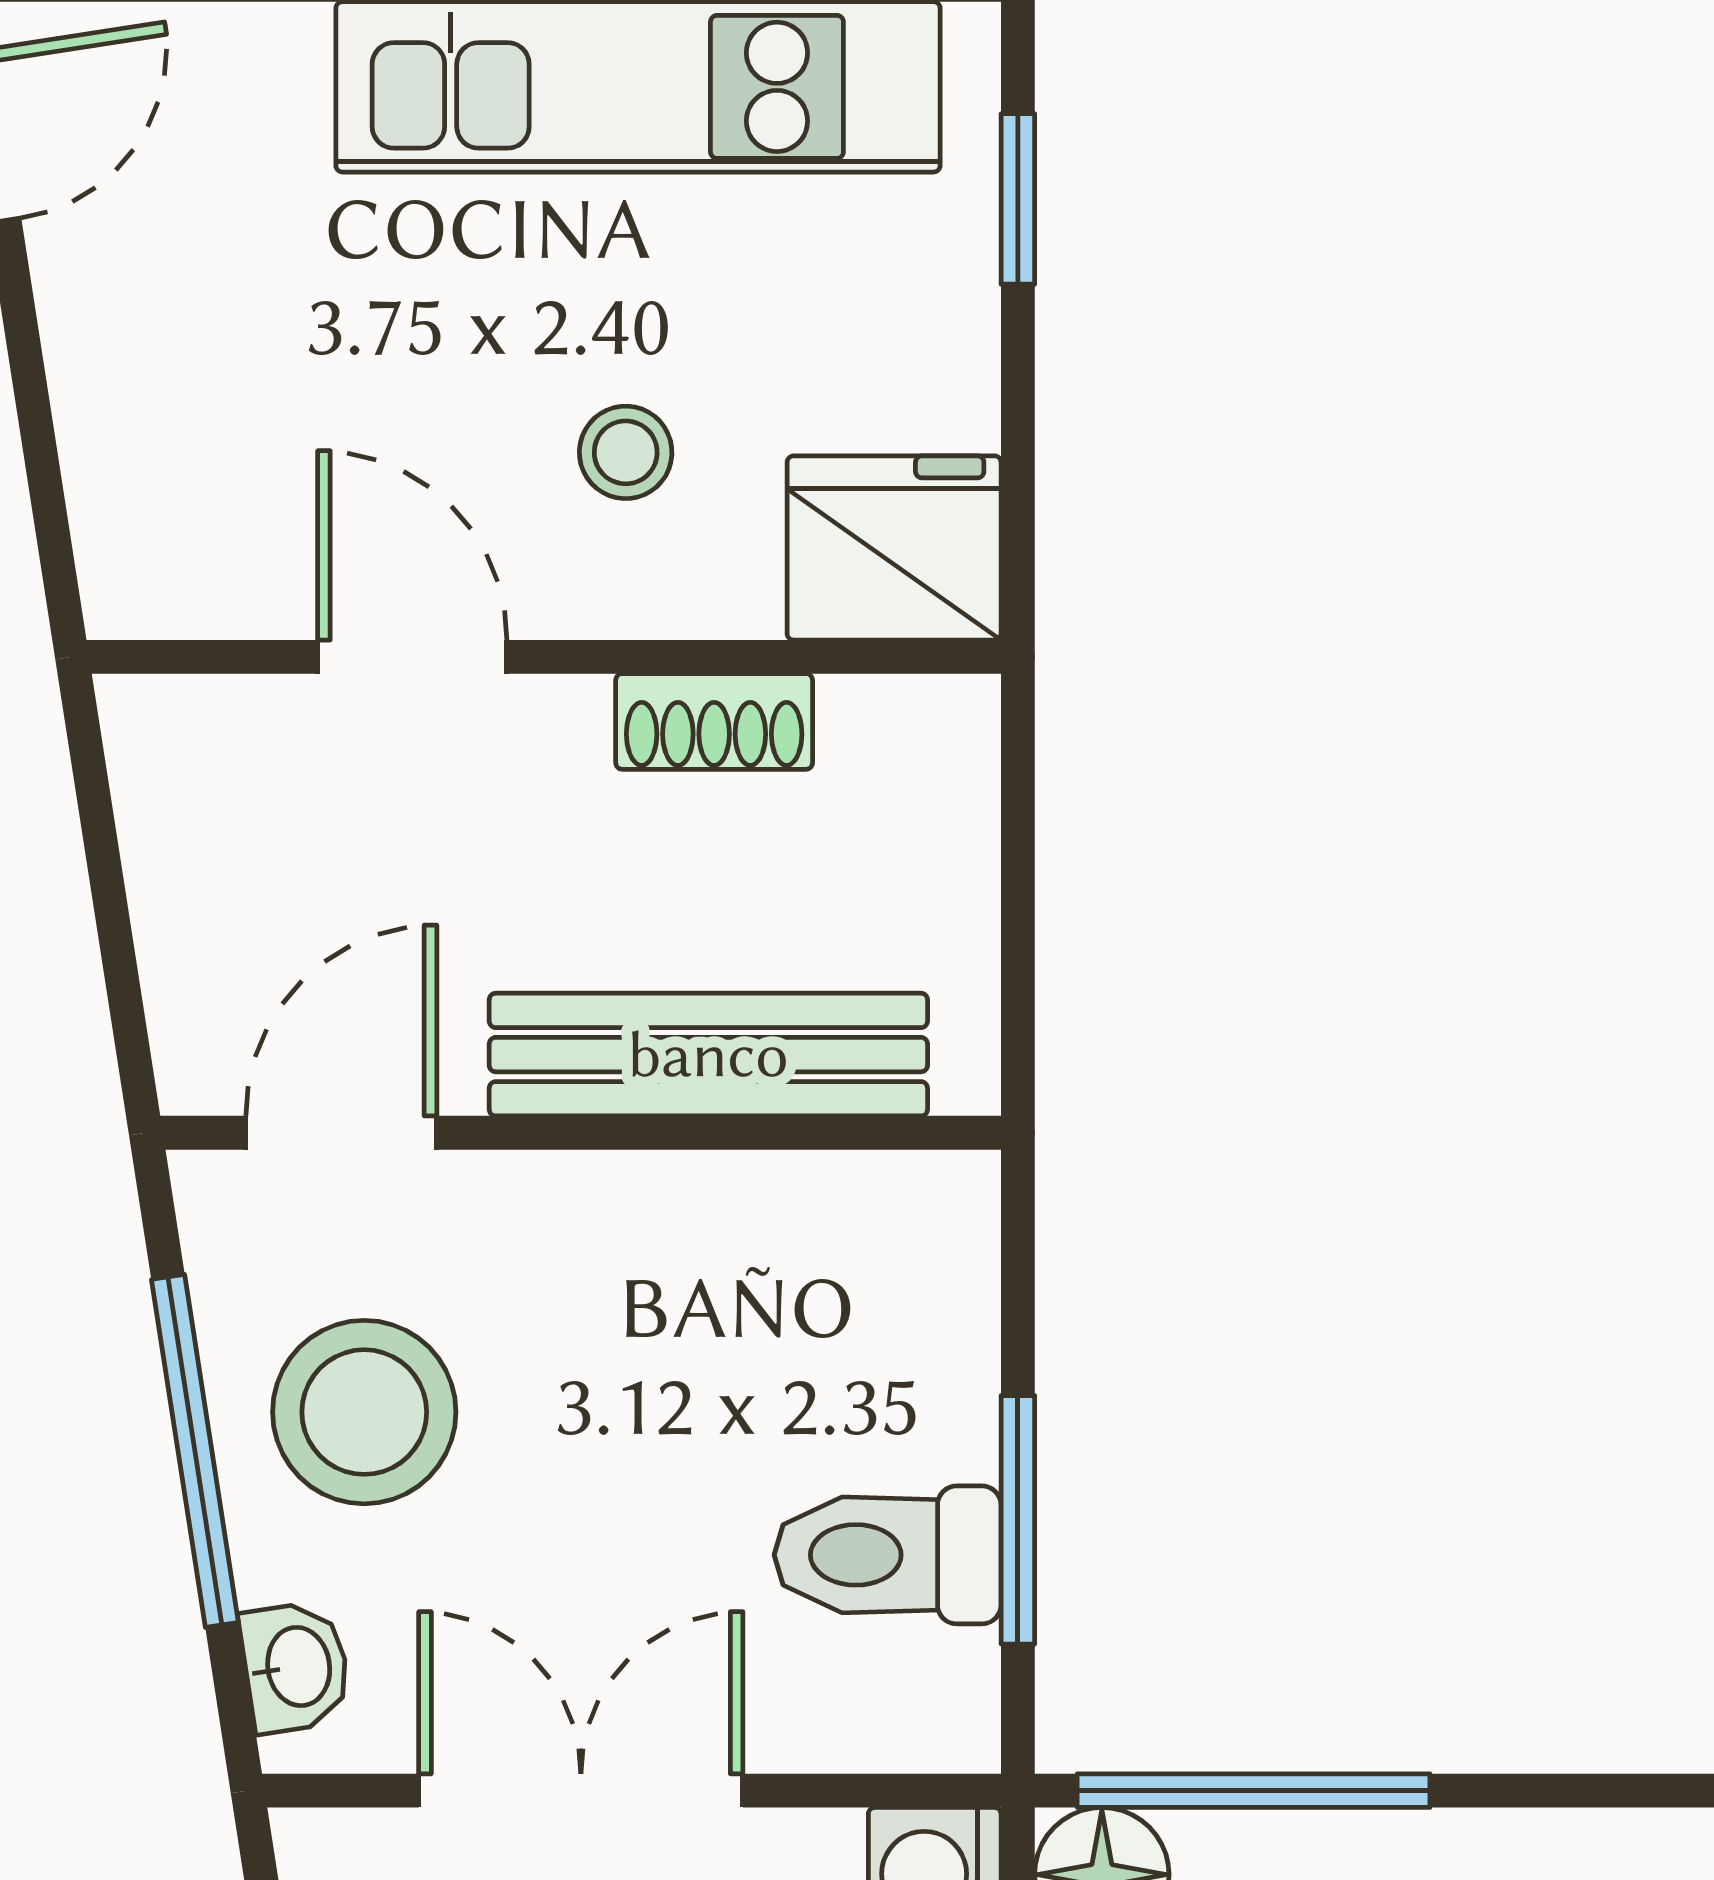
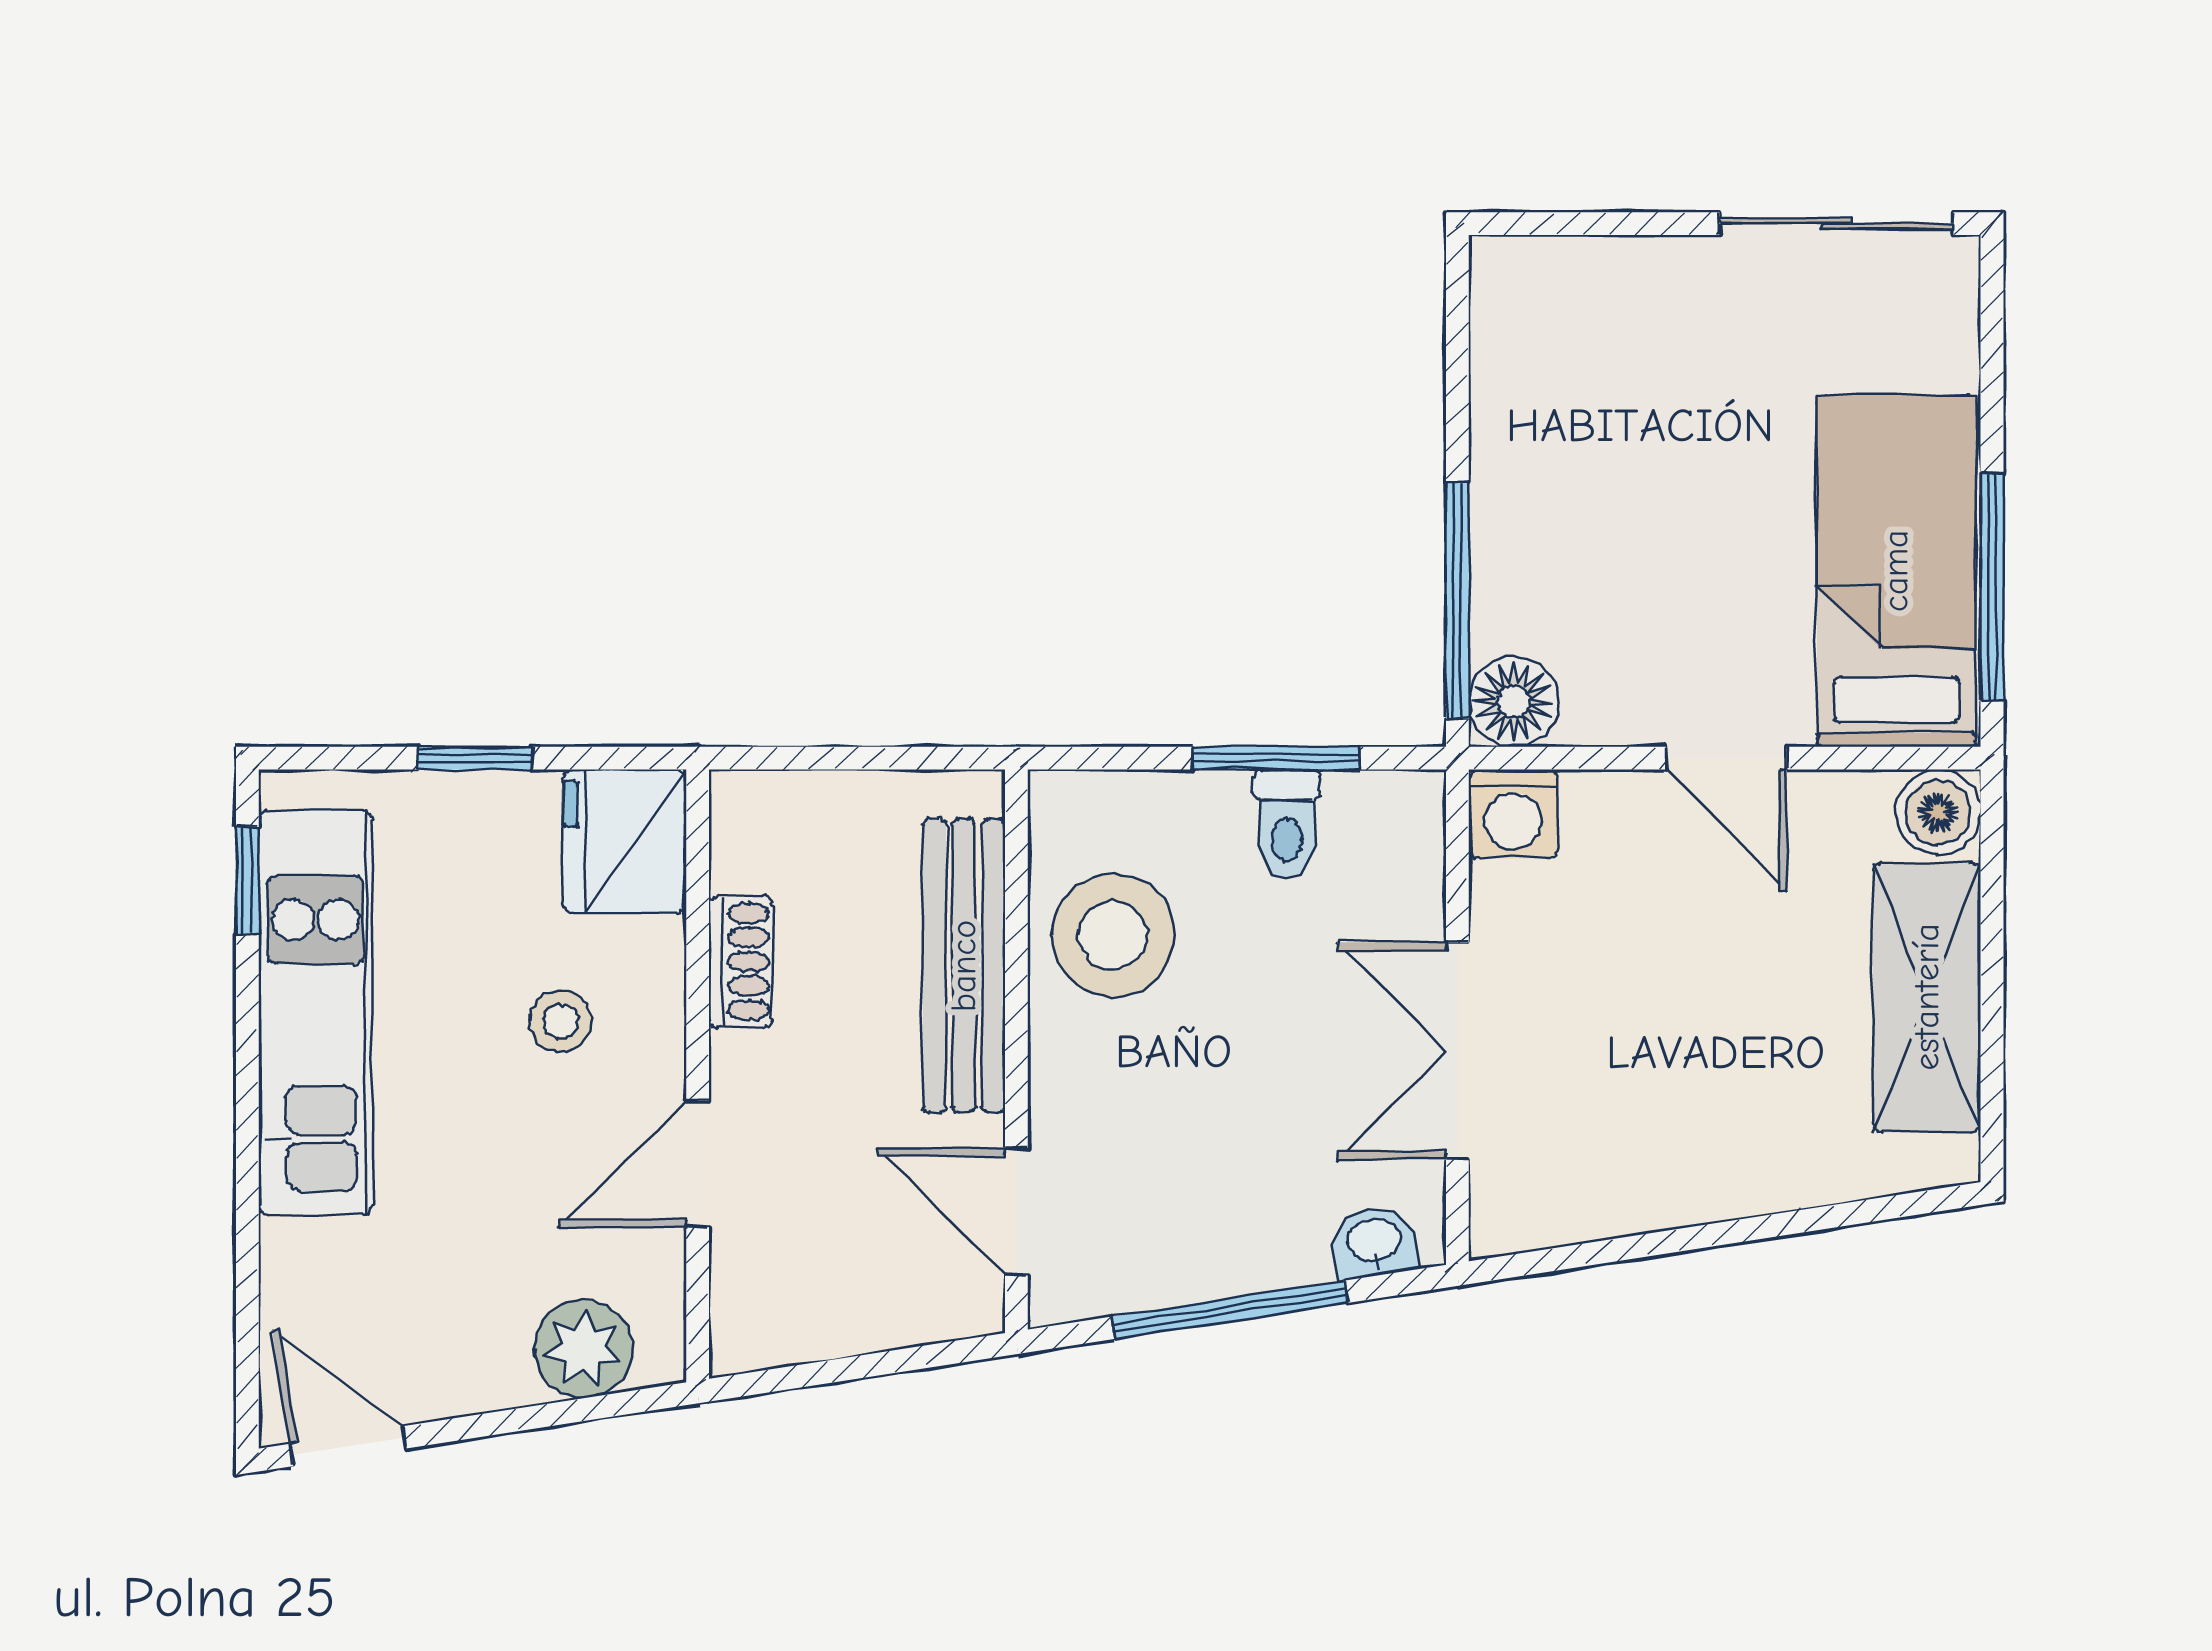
window: (1018, 199) -> (475, 758), moved
plant: (136, 487) -> (583, 1349), added
stool: (364, 1412) -> (1113, 935), moved
toilet: (888, 1555) -> (1287, 824), width x0.73, depth x0.72

